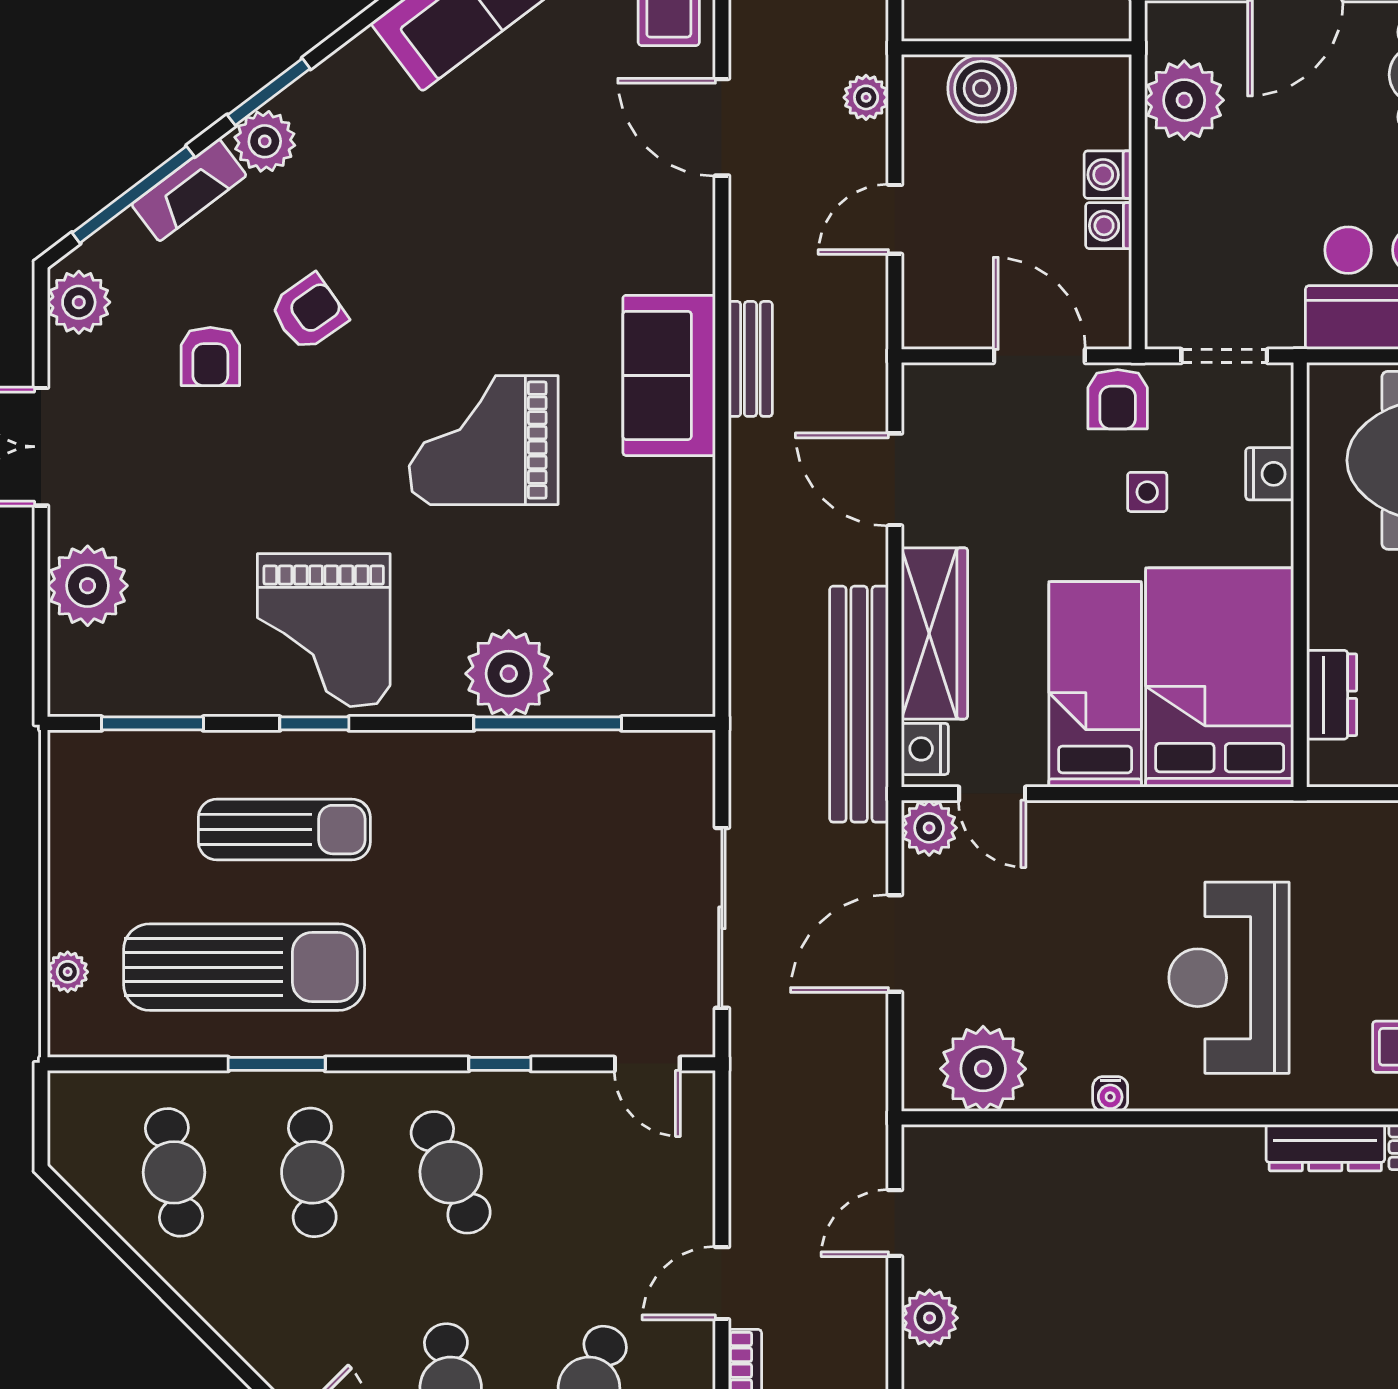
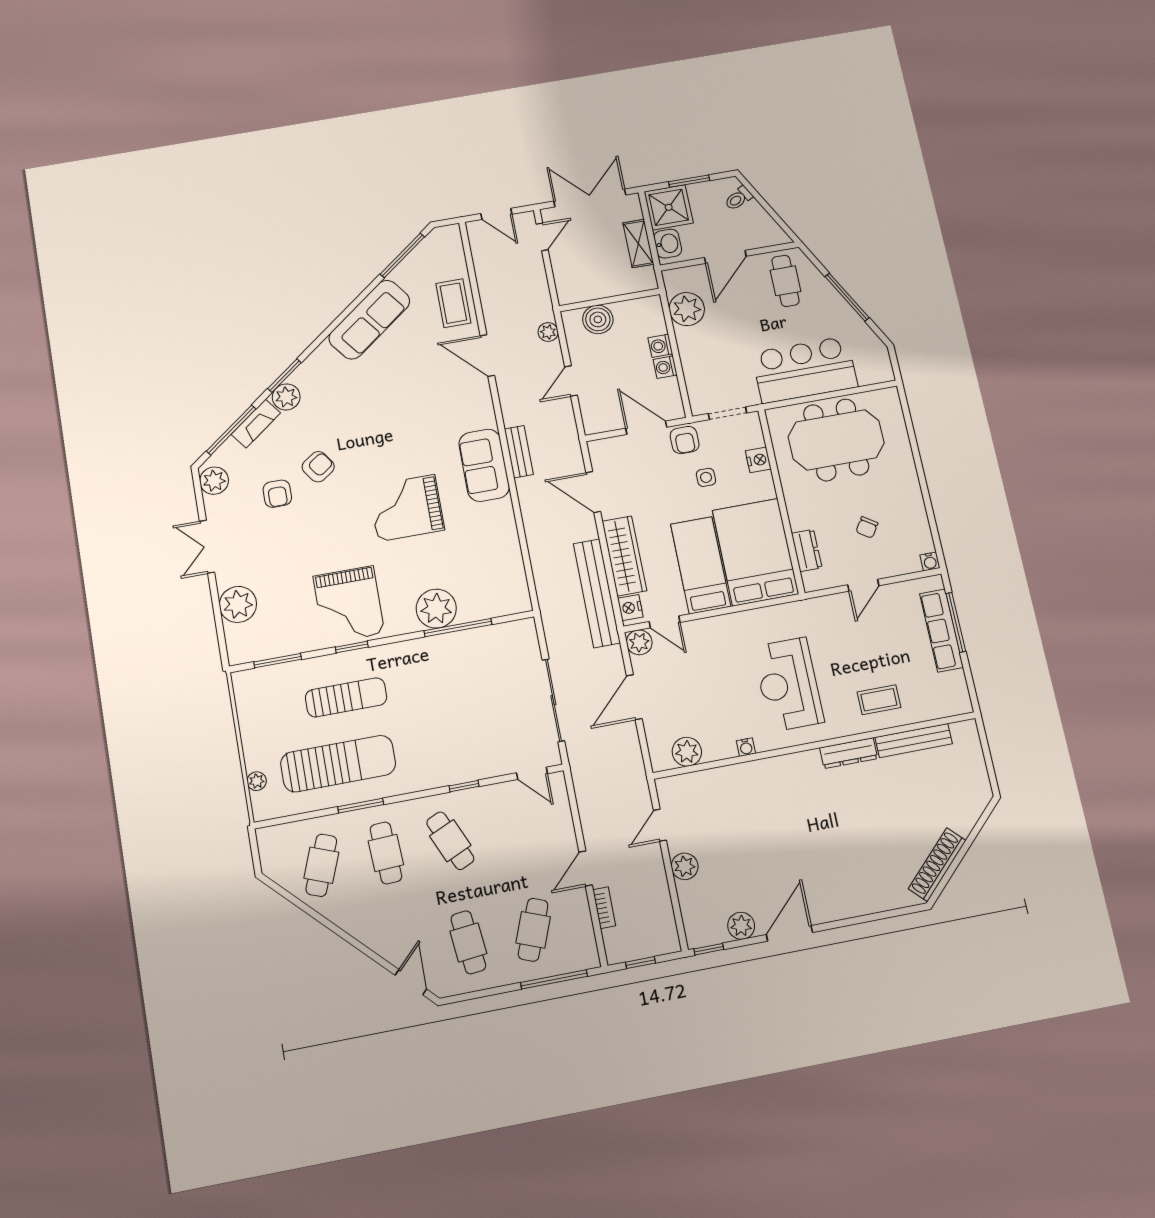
plant: (983, 1069) -> (687, 752), width x0.73, depth x0.73
cafe table: (174, 1172) -> (321, 865), turned 30

